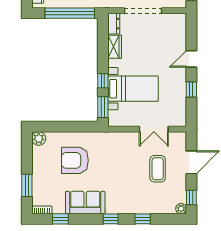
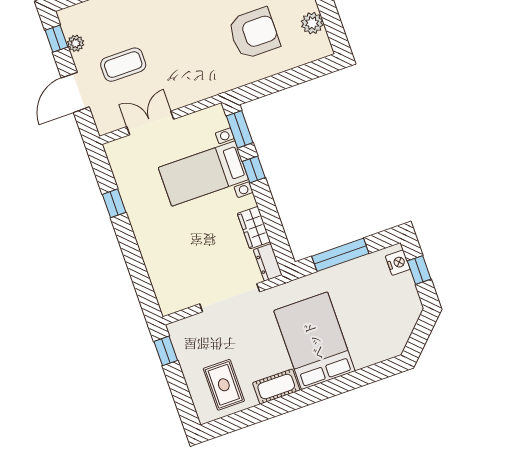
window: (70, 13) -> (340, 255), width x0.68
door: (191, 59) -> (131, 250), removed
plant: (39, 139) -> (312, 23), moved
coffee table: (158, 169) -> (123, 65), turned 90
plant: (181, 209) -> (76, 43), moved

